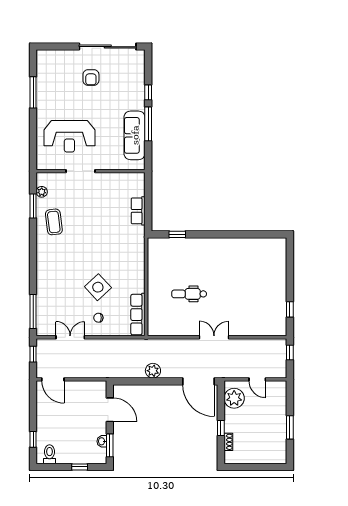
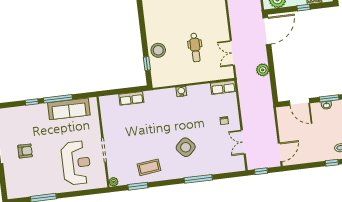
plant: (42, 192) -> (114, 182), moved
stool: (191, 250) -> (158, 50), added
water cooler: (139, 271) -> (181, 91), added
side table: (98, 287) -> (186, 147), moved
window: (33, 311) -> (198, 179), moved
row of seats: (138, 315) -> (223, 87), width x0.68
double door: (214, 337) -> (232, 53), moved
door: (110, 410) -> (299, 102), swing flipped

